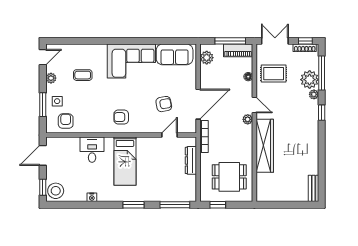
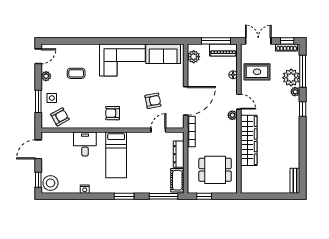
armchair: (66, 121) -> (60, 117), turned 61
cot: (189, 188) -> (177, 180), added

